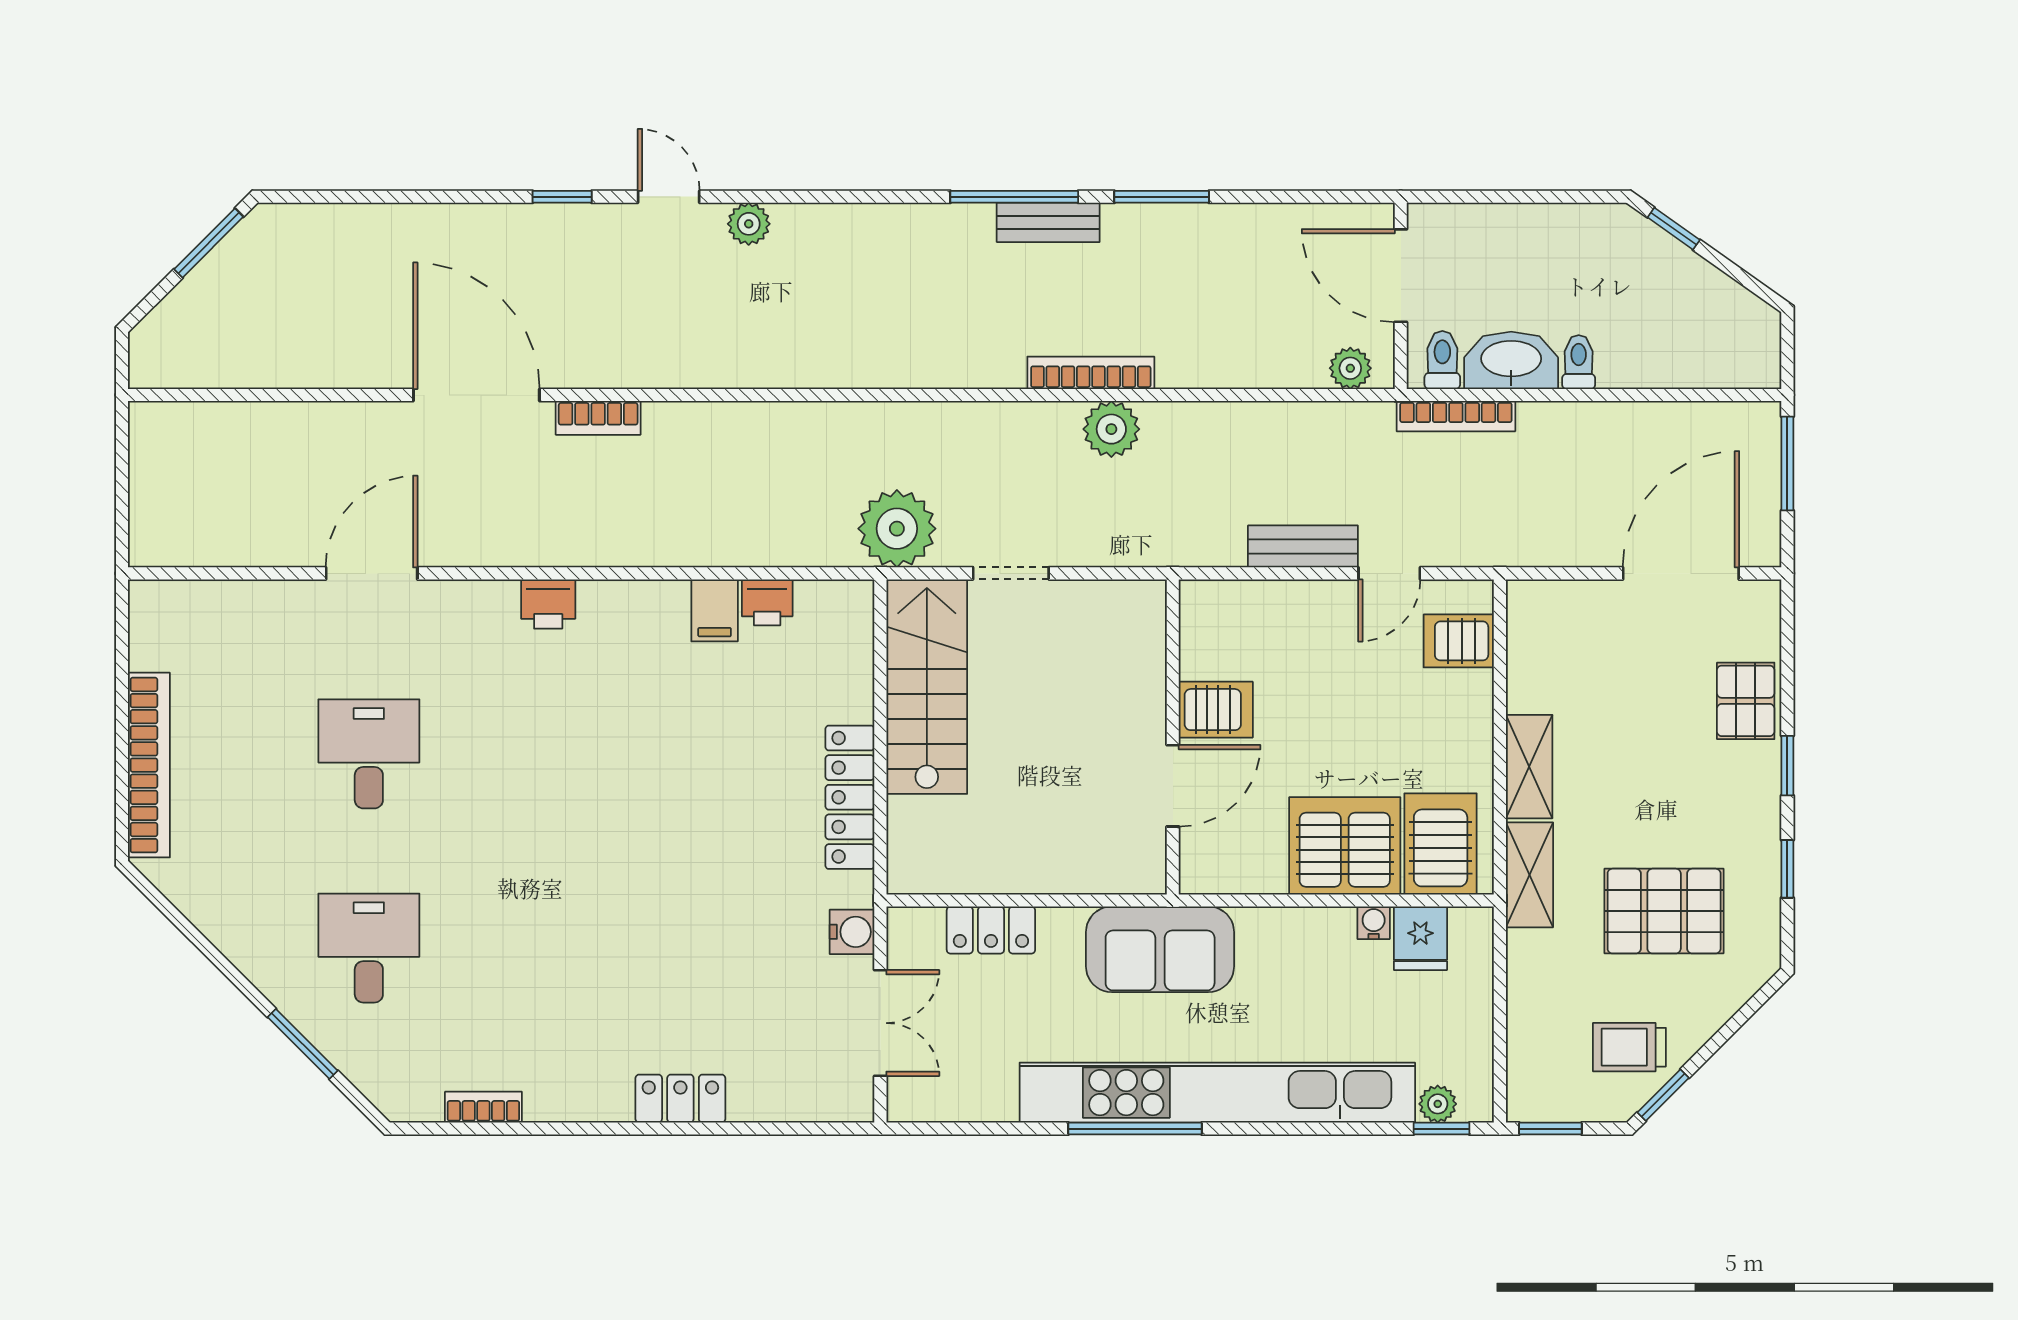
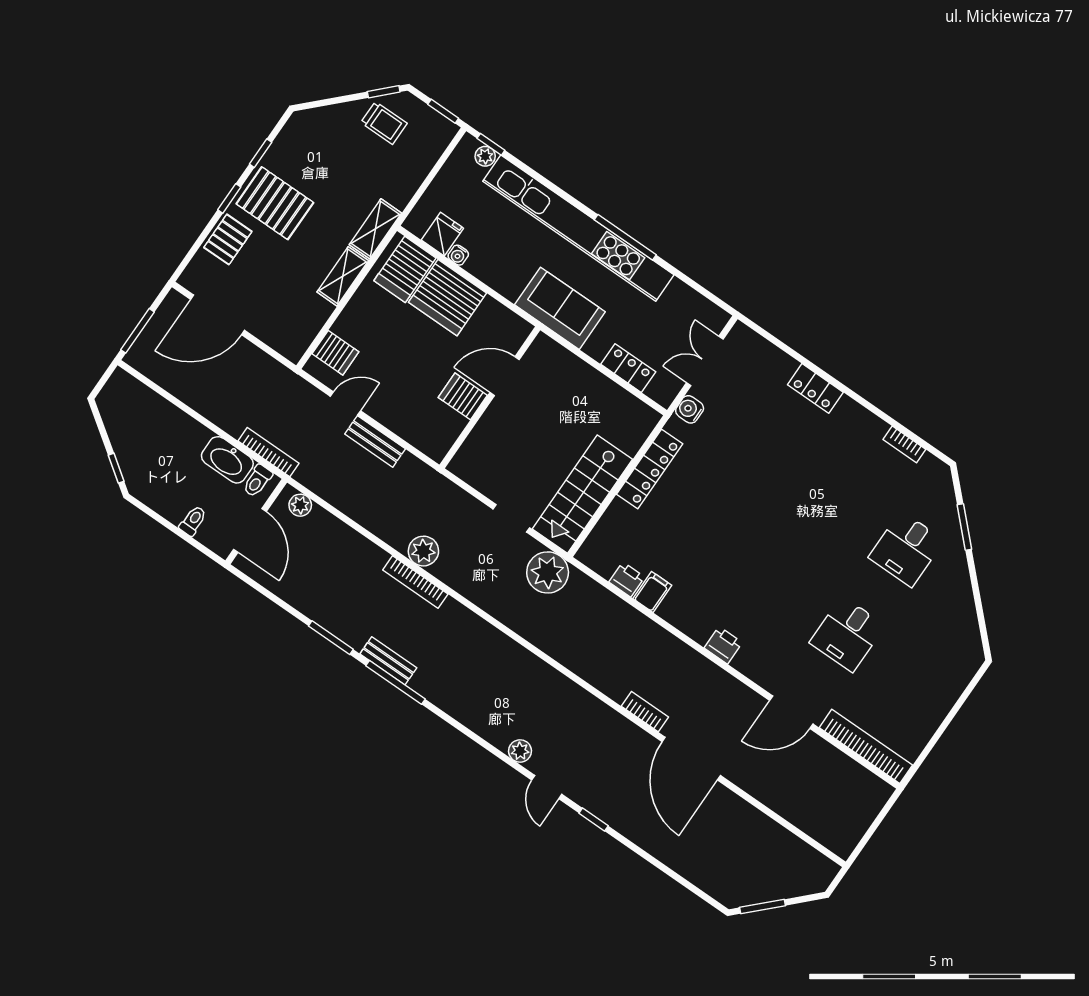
toilet: (1579, 362) -> (193, 521), moved, turned 180
bookcase: (149, 765) -> (866, 746), moved, turned 90
pallet: (1664, 911) -> (275, 203), moved

